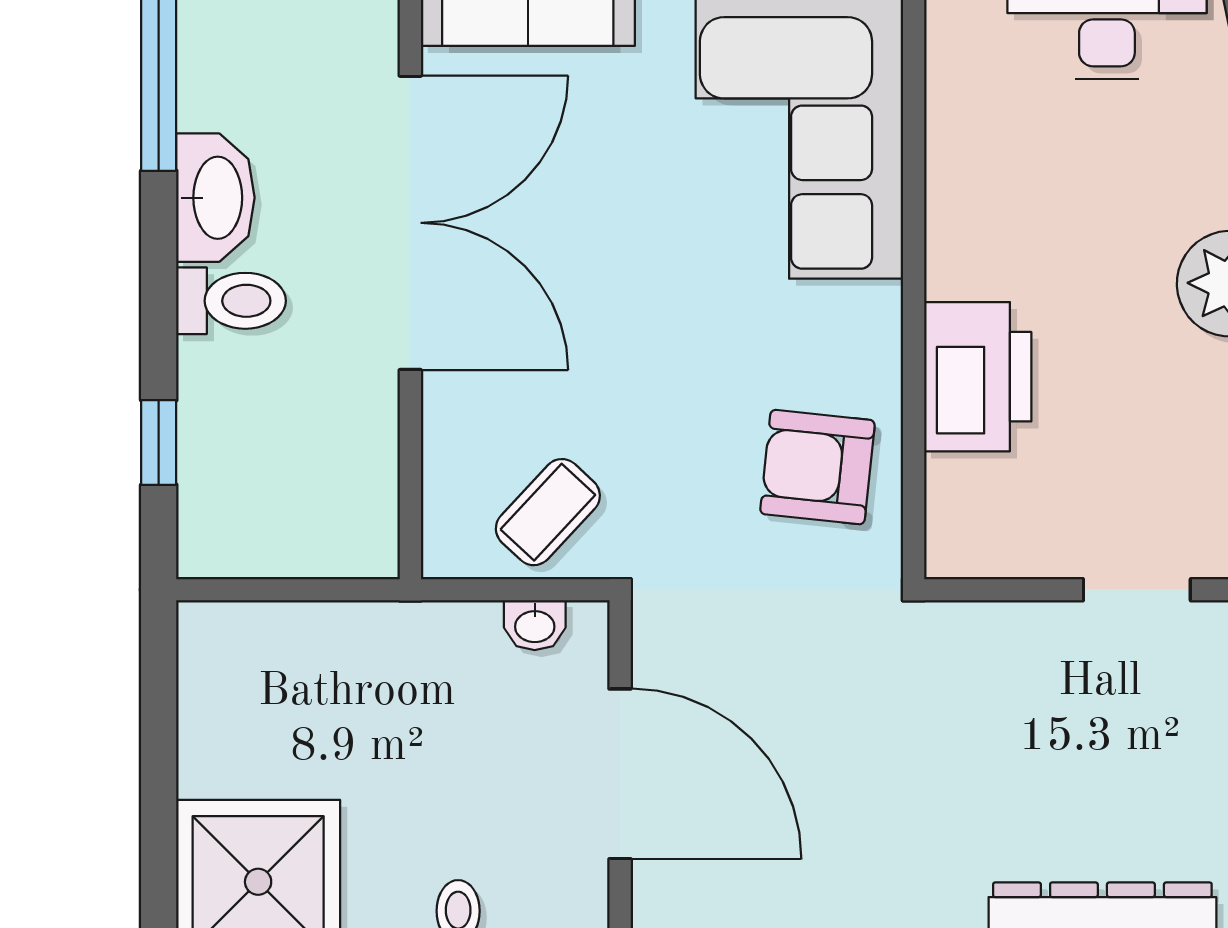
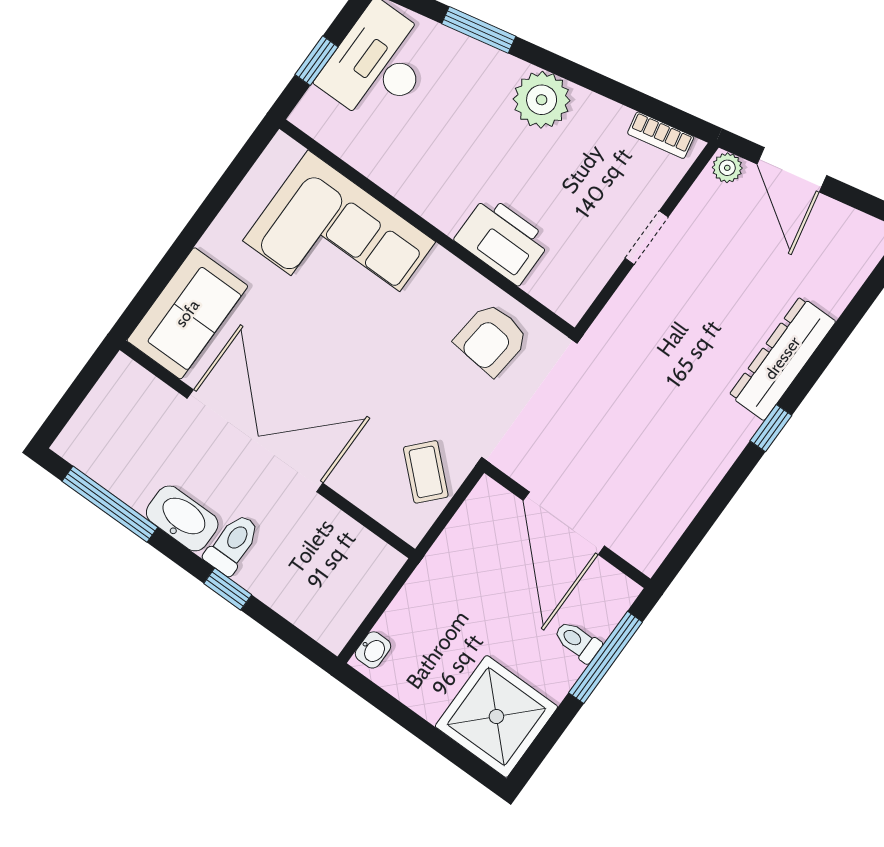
window: (159, 443) -> (228, 589), moved
washbasin: (535, 625) -> (373, 650), moved
door: (620, 774) -> (564, 523), swing flipped

